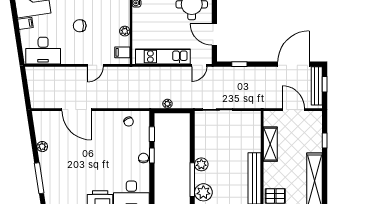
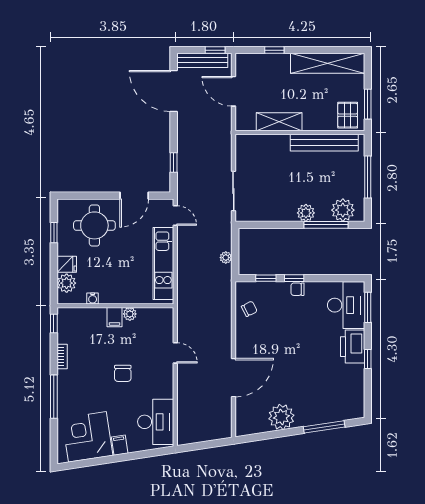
filing cabinet: (122, 52) -> (115, 317), moved
window: (325, 84) -> (215, 50), moved
door: (293, 110) -> (233, 91), hinge flipped
plant: (42, 147) -> (281, 417), width x1.88, depth x1.88

